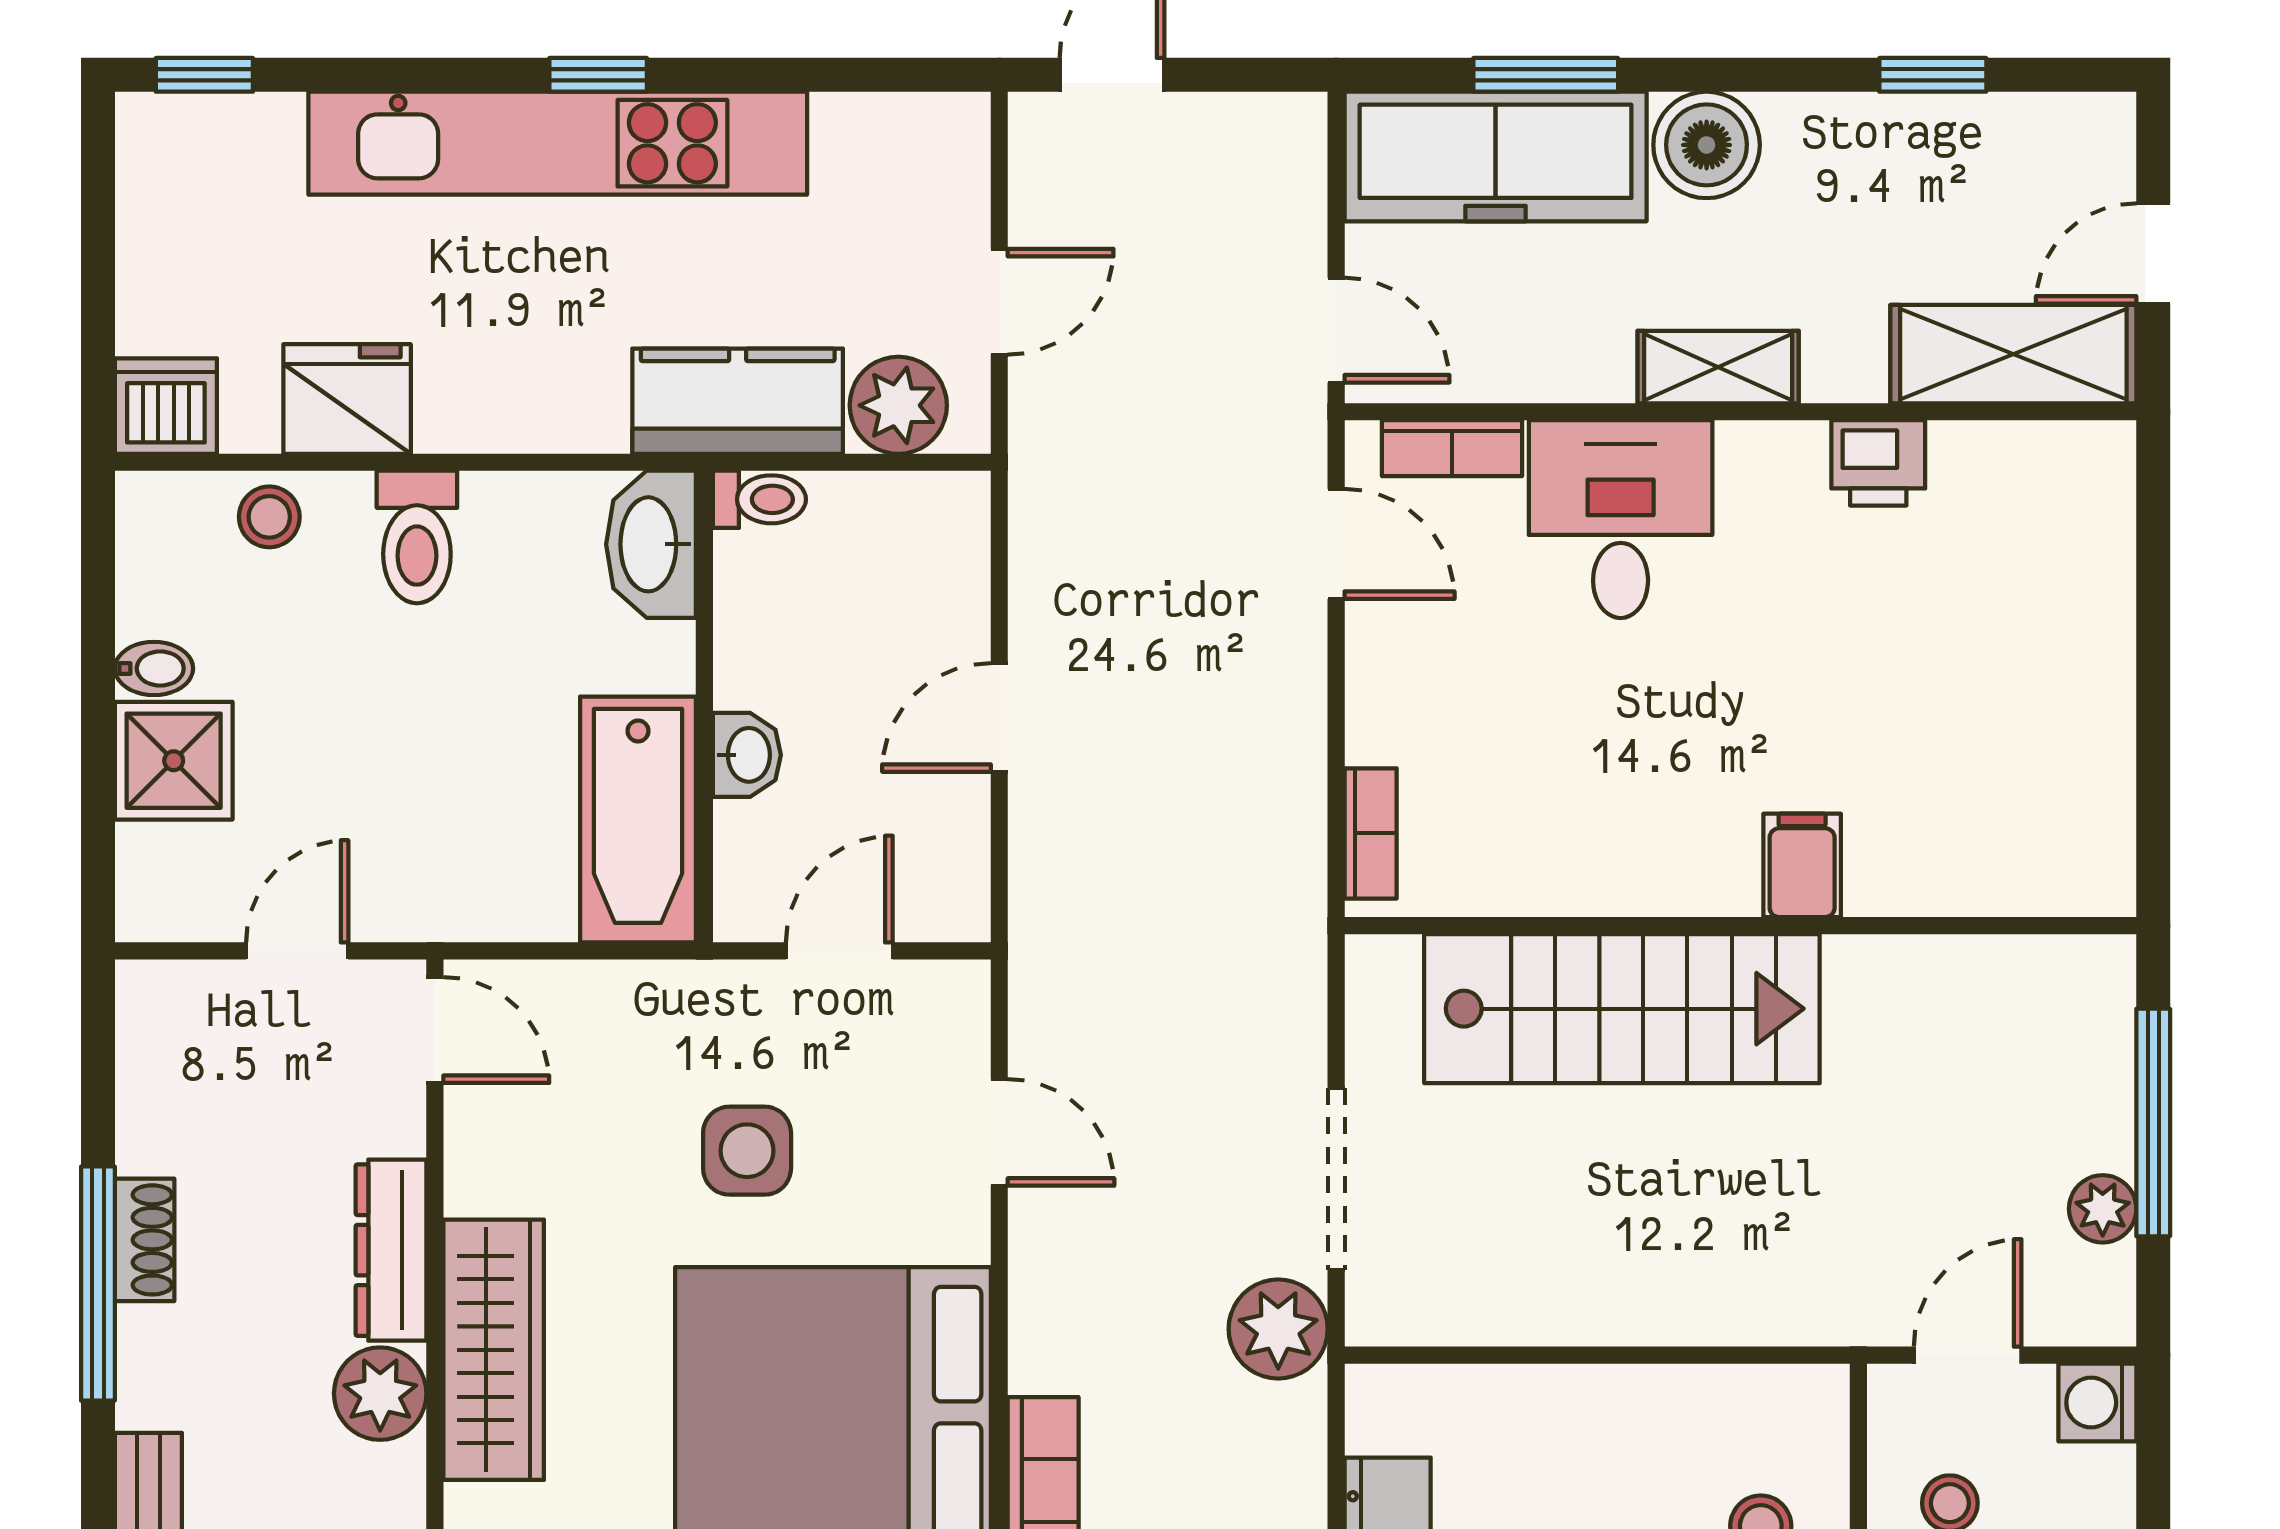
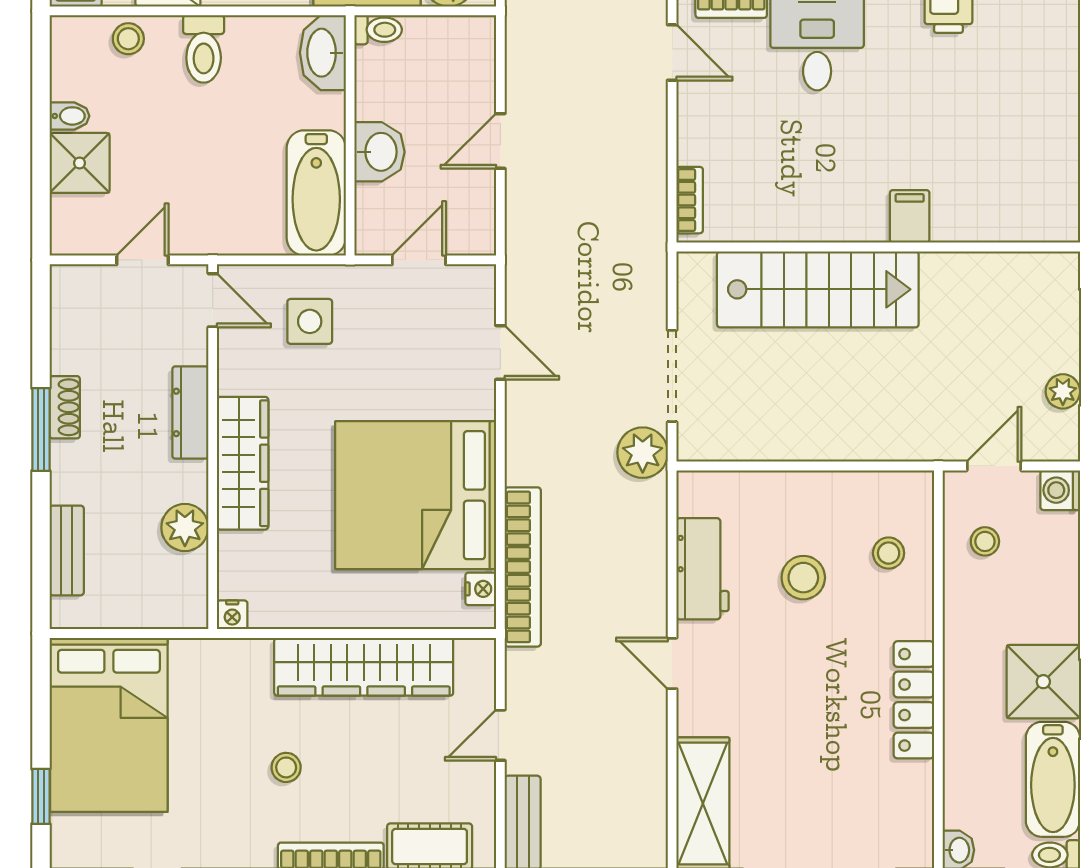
washbasin: (747, 755) -> (379, 152), width x1.38, depth x1.45
side table: (747, 1151) -> (310, 321), moved
window: (98, 1284) -> (41, 430), width x0.69
plant: (380, 1394) -> (185, 527), moved

